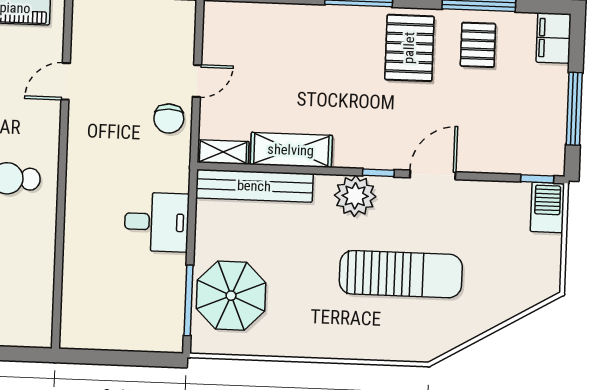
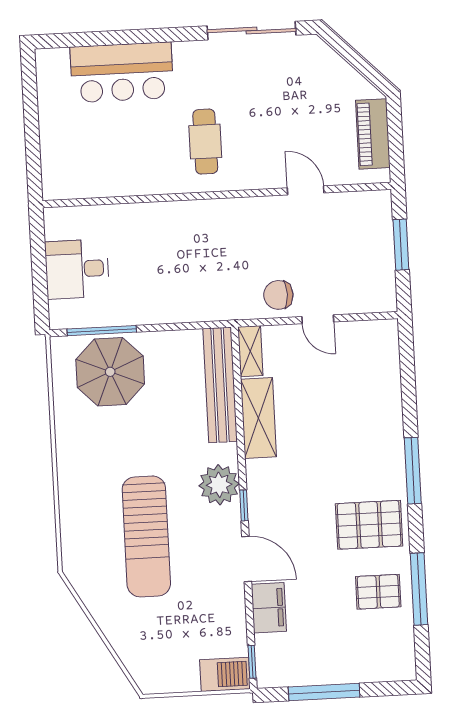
filing cabinet: (554, 38) -> (269, 608), moved, turned 90
desk: (157, 222) -> (77, 269), moved, turned 90

